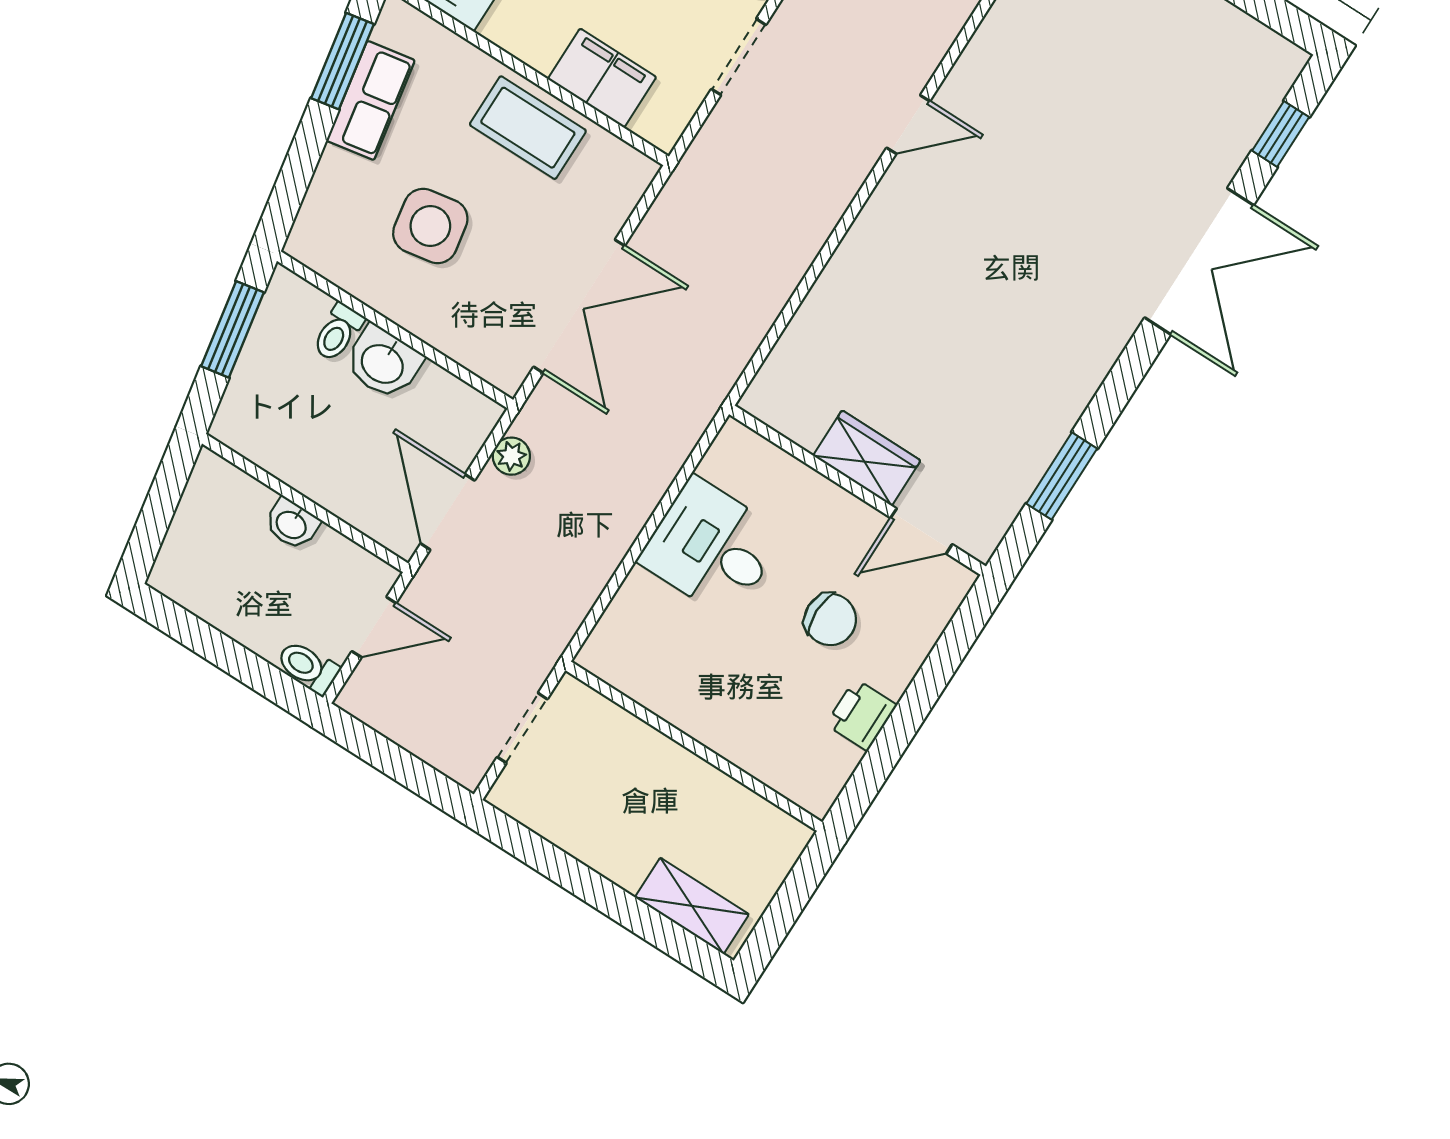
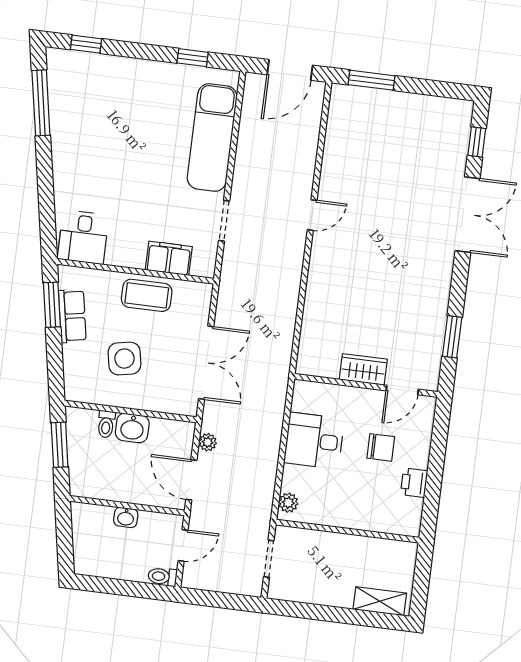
plant: (608, 641) -> (288, 503), added

